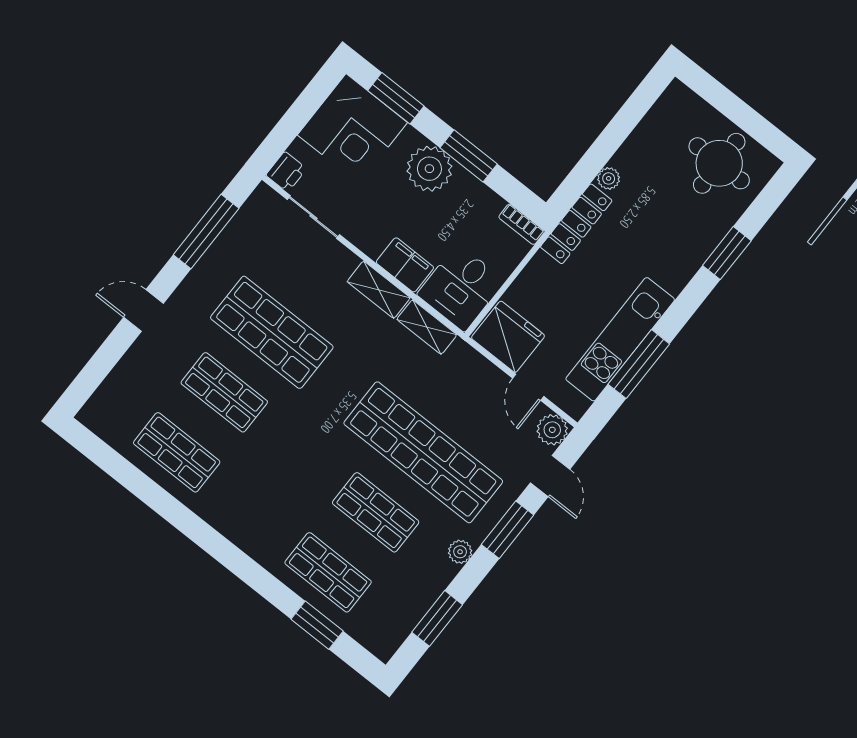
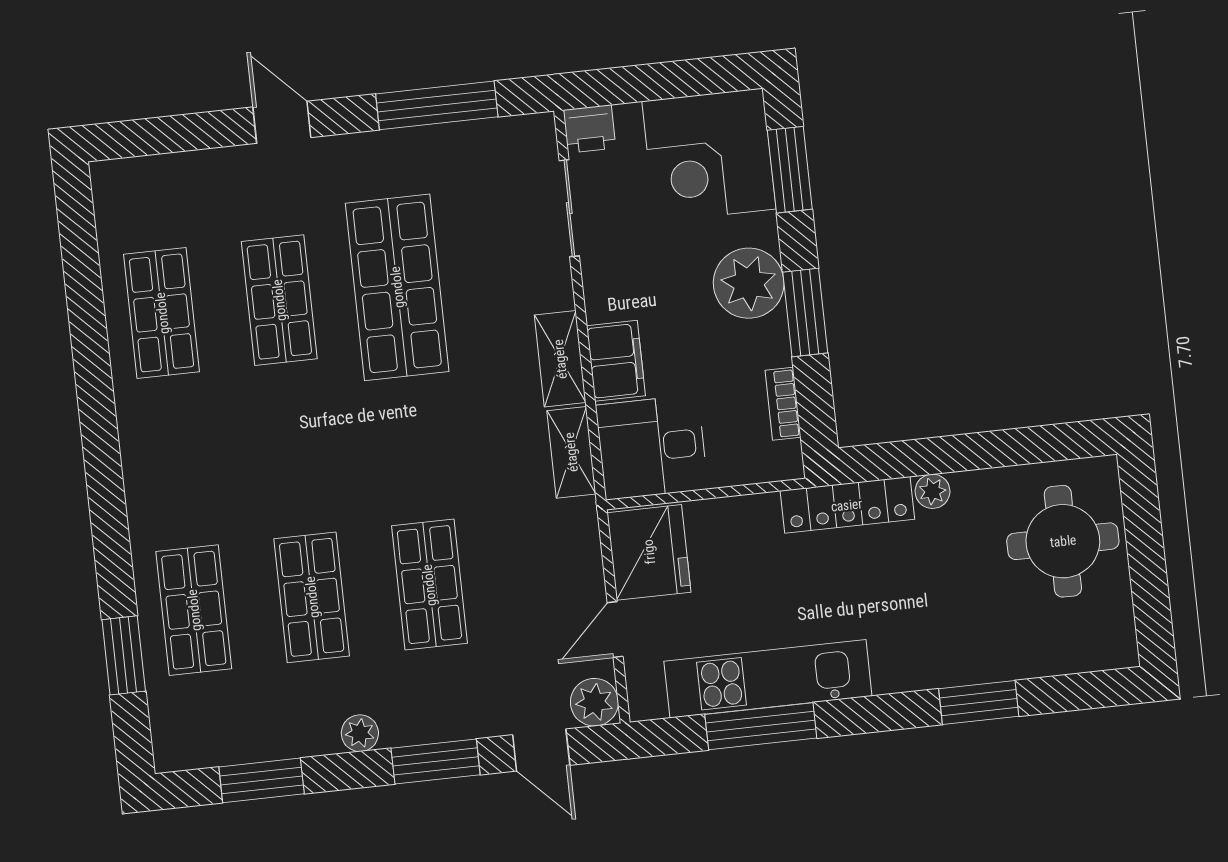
round table: (719, 163) -> (1063, 541), moved
bookcase: (522, 224) -> (783, 404), moved
shop shelf: (423, 452) -> (429, 585), width x0.50, depth x0.74
door: (550, 476) -> (541, 750), hinge flipped

